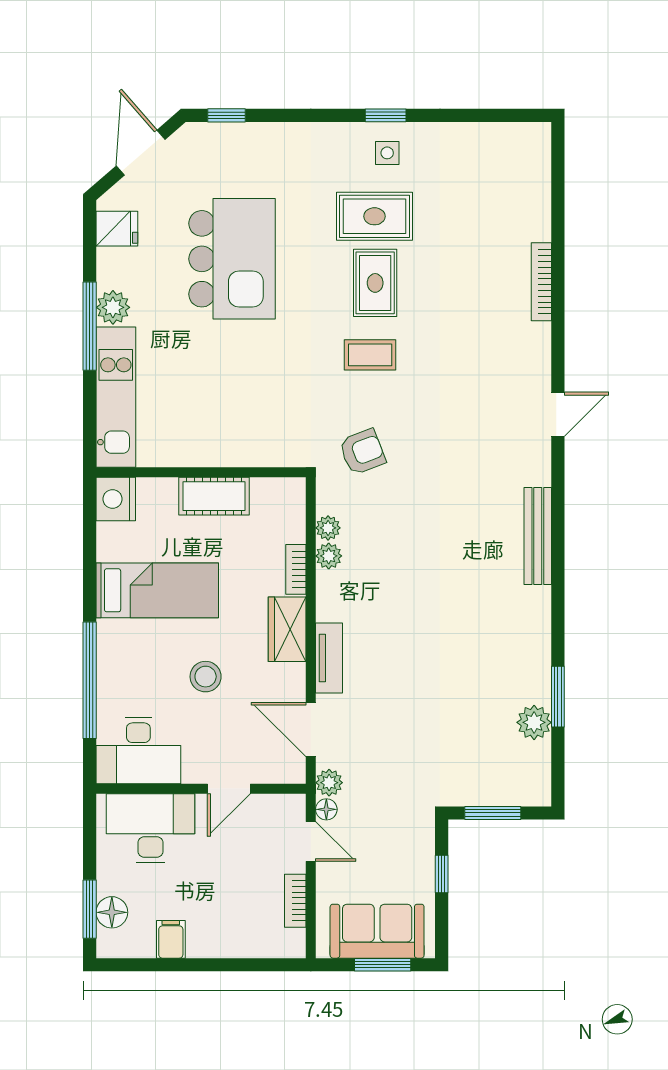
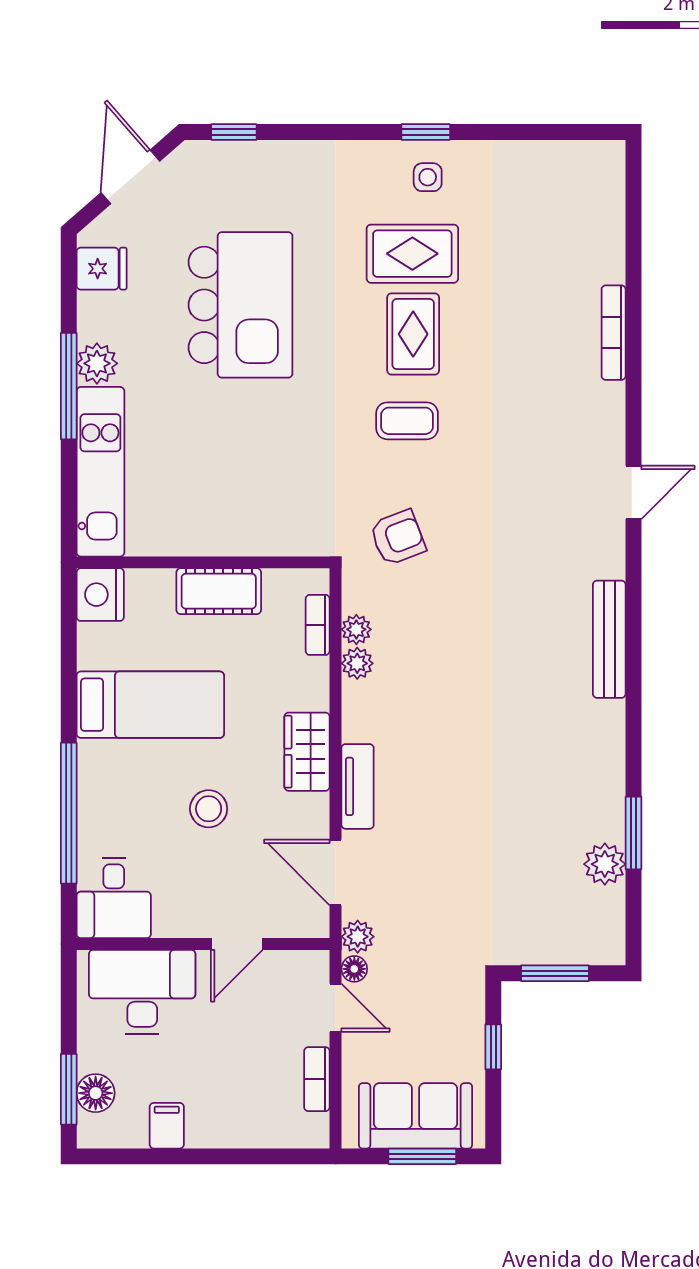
bookcase: (296, 569) -> (318, 625), moved
desk: (138, 751) -> (114, 898), width x0.73

